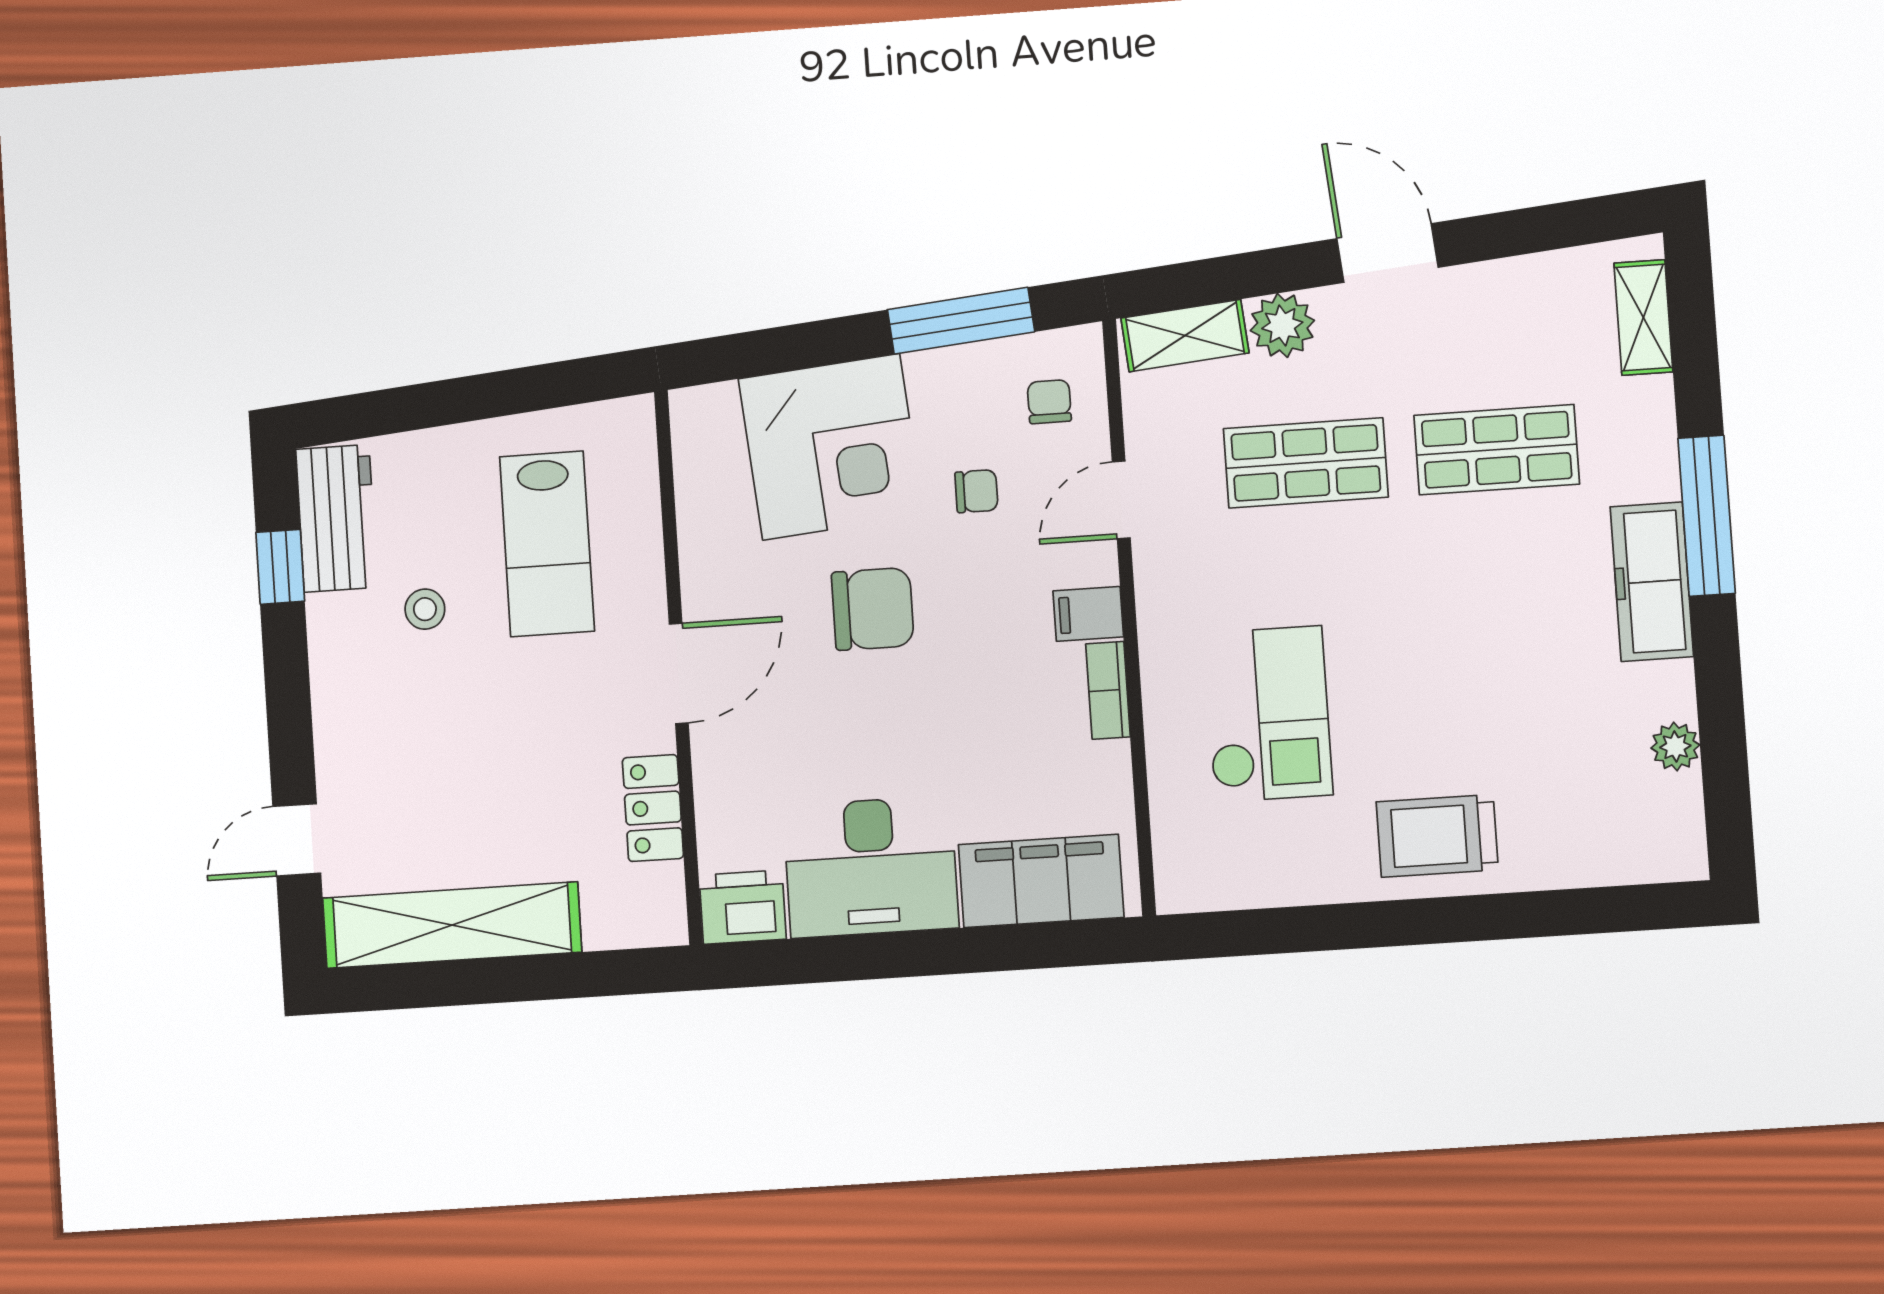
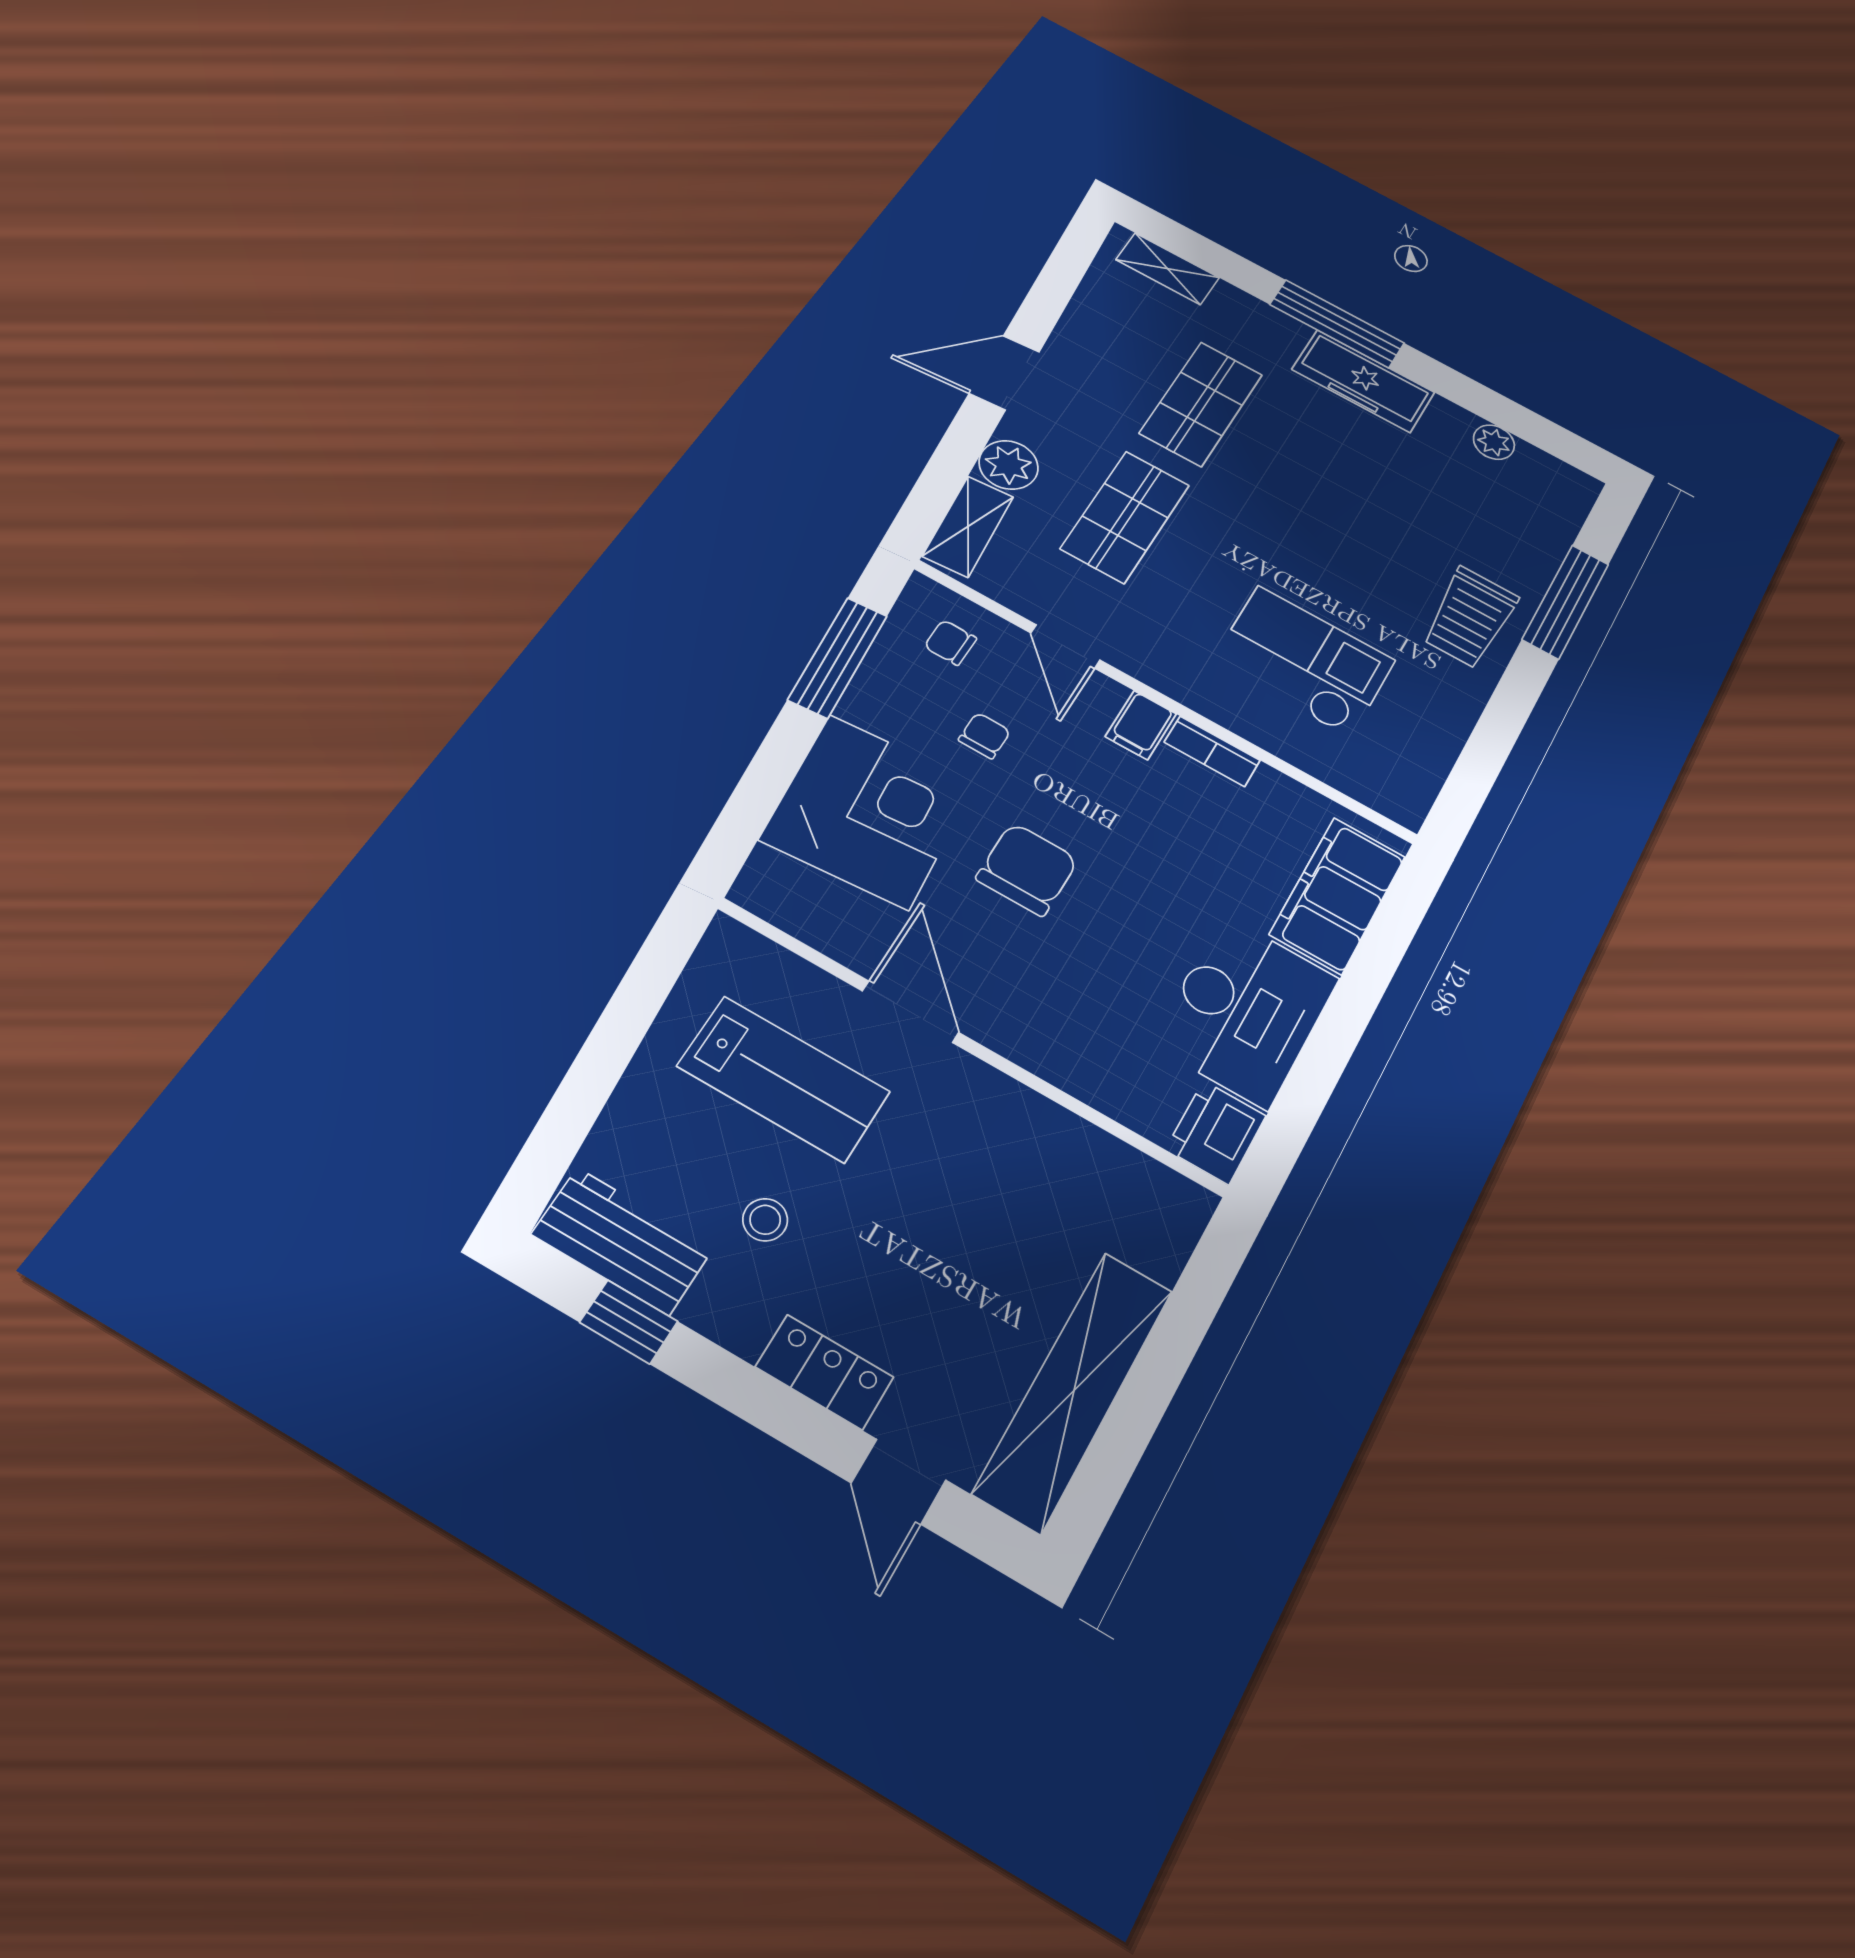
door: (679, 673) -> (911, 1012), moved
locker: (653, 808) -> (824, 1372), moved, turned 180
window: (1528, 915) -> (1566, 602), added

